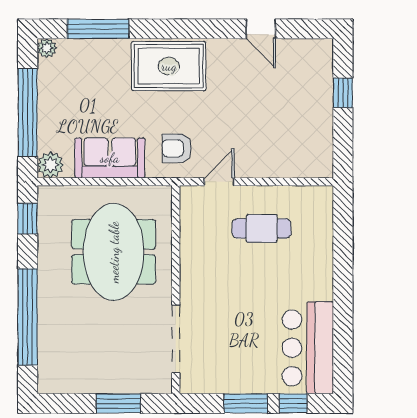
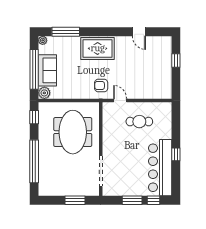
sofa: (110, 158) -> (47, 70), moved, turned 90
door: (219, 182) -> (120, 101), hinge flipped
window: (343, 302) -> (176, 154), added
bar counter: (308, 348) -> (160, 168), width x1.36

